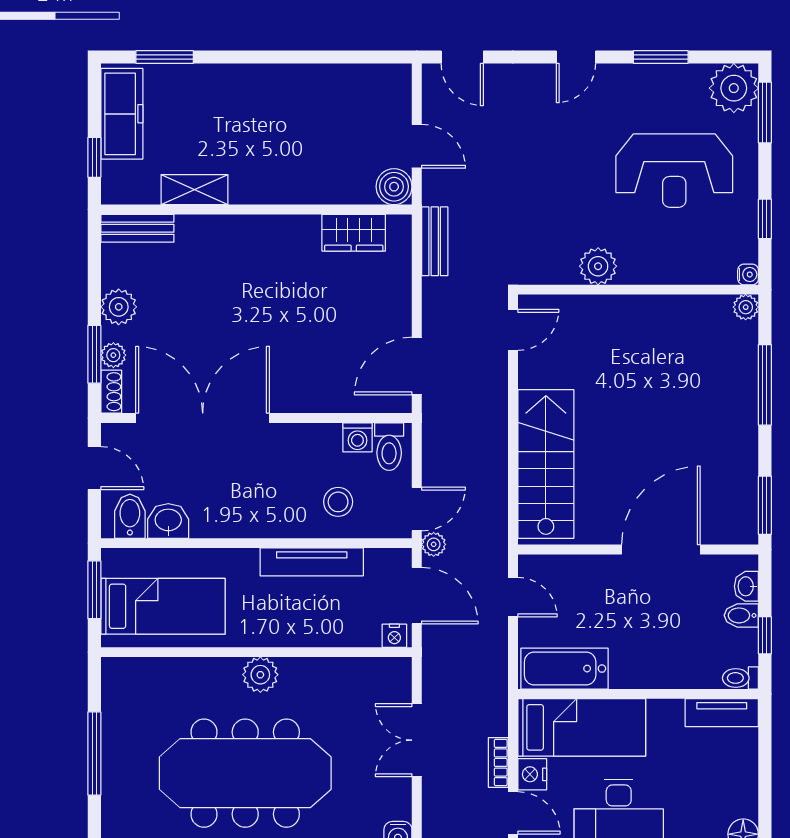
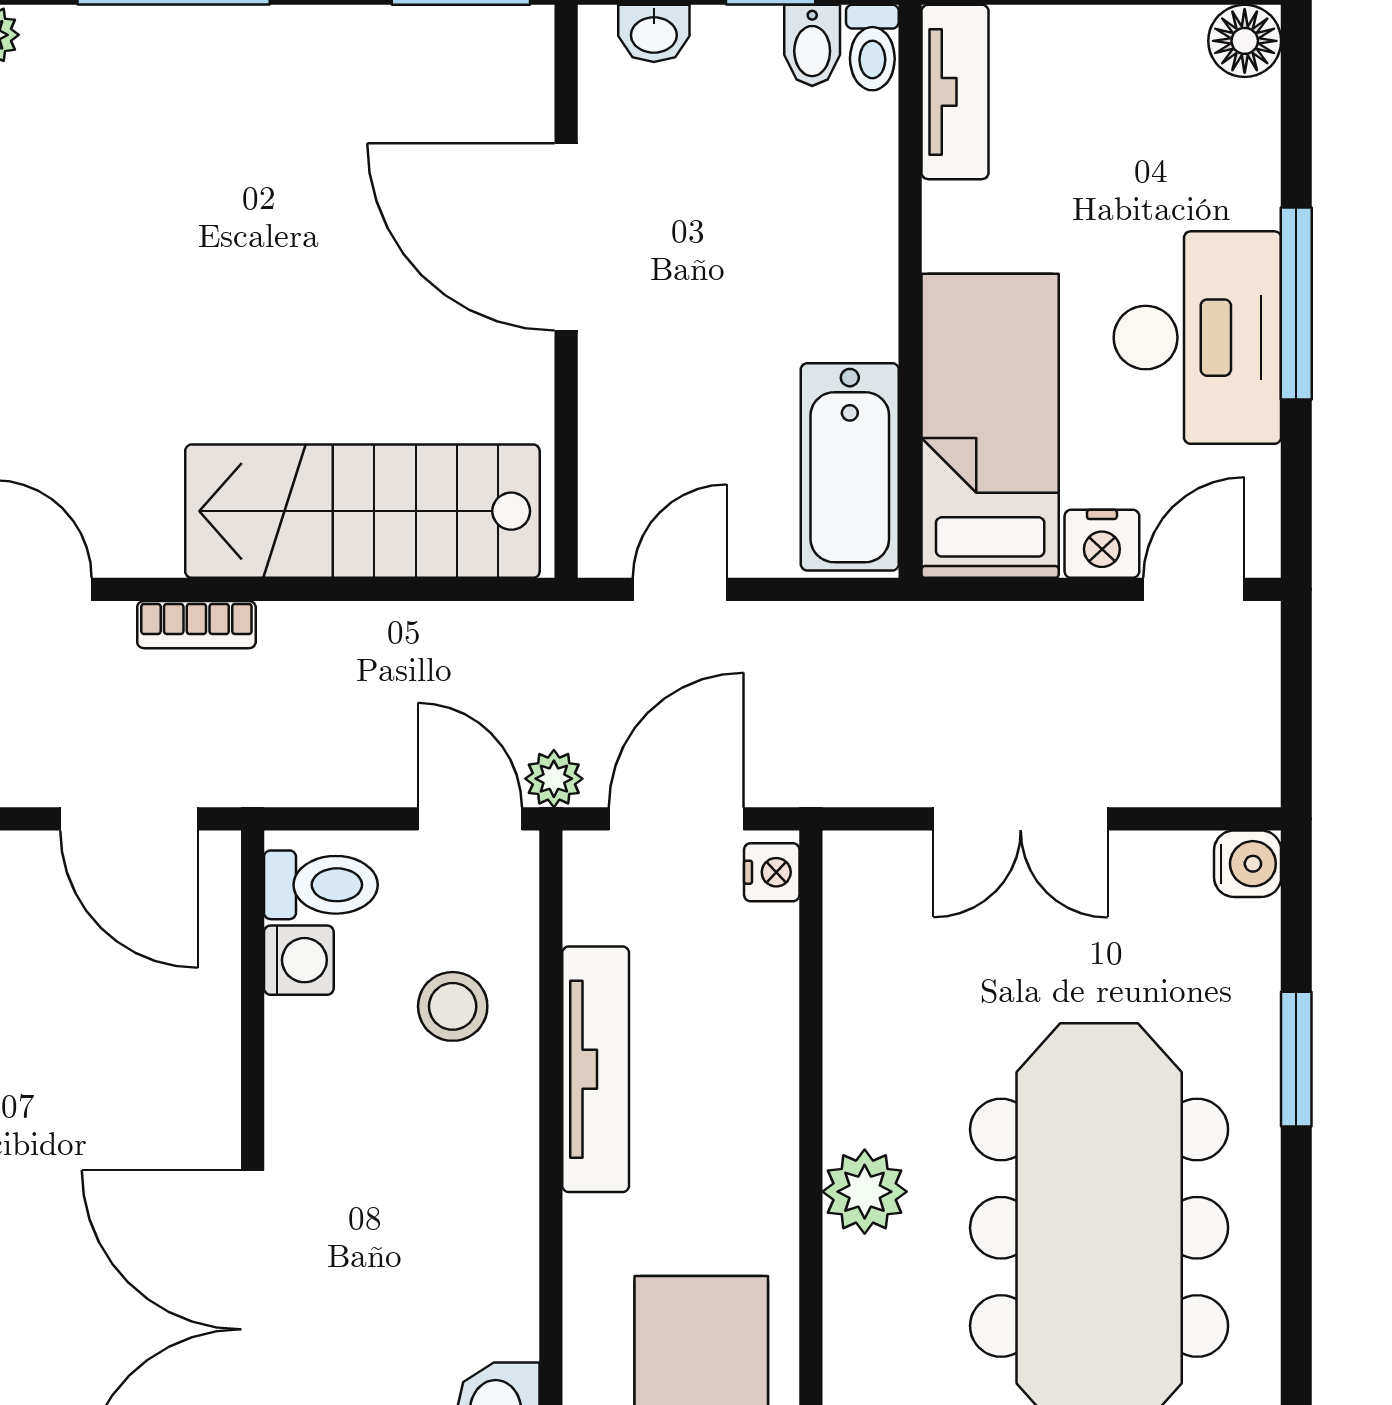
bidet: (741, 615) -> (812, 45), moved
bookcase: (498, 762) -> (196, 625), moved

